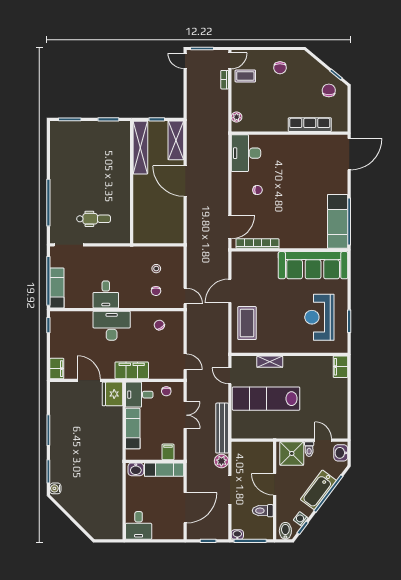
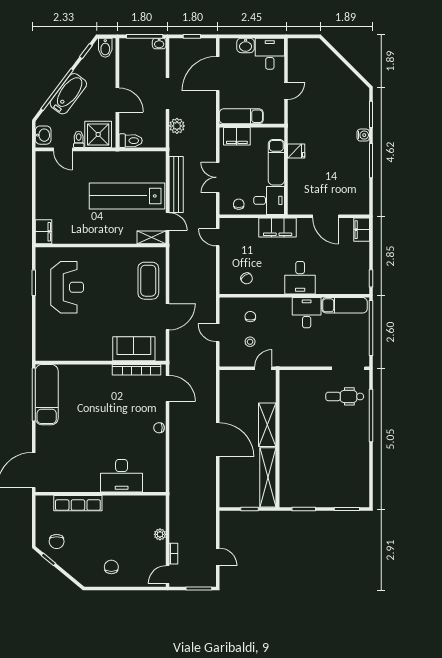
door: (185, 61) -> (218, 557), moved
coffee table: (245, 76) -> (150, 558), removed
plant: (237, 117) -> (160, 534), moved
shelving: (176, 140) -> (267, 425), moved
desk: (246, 153) -> (122, 476), moved, turned 90
chair: (257, 190) -> (159, 428), moved
dental chair: (94, 219) -> (345, 396), moved
door: (230, 227) -> (168, 388), swing flipped
door: (144, 245) -> (263, 368), added
sofa: (313, 265) -> (134, 349), moved, width x0.54, depth x0.79
exam couch: (57, 288) -> (344, 305), moved, turned -90
door: (185, 296) -> (218, 333), moved
desk: (112, 326) -> (300, 278), width x0.73
shelving: (270, 362) -> (151, 237), moved
fridge: (113, 394) -> (296, 151), moved, width x0.53, depth x0.75
lab bench: (266, 399) -> (127, 196), turned 180
bench: (222, 428) -> (176, 184), moved
filing cabinet: (168, 452) -> (237, 136), width x2.00
washbasin: (136, 469) -> (246, 45), moved, turned 180
water cooler: (55, 488) -> (363, 135), moved
door: (124, 492) -> (286, 91), added
toilet: (263, 511) -> (131, 141), moved
washing machine: (301, 519) -> (88, 61), removed

